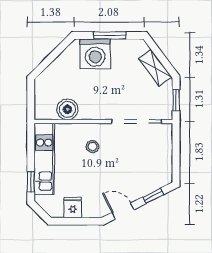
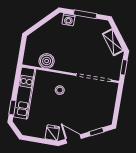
washing machine: (95, 54) -> (69, 20), width x0.53, depth x0.53
fridge: (73, 208) -> (52, 133), moved

